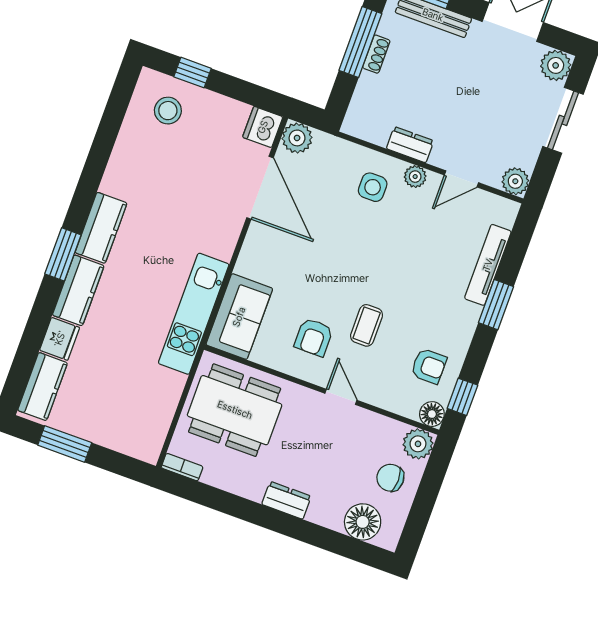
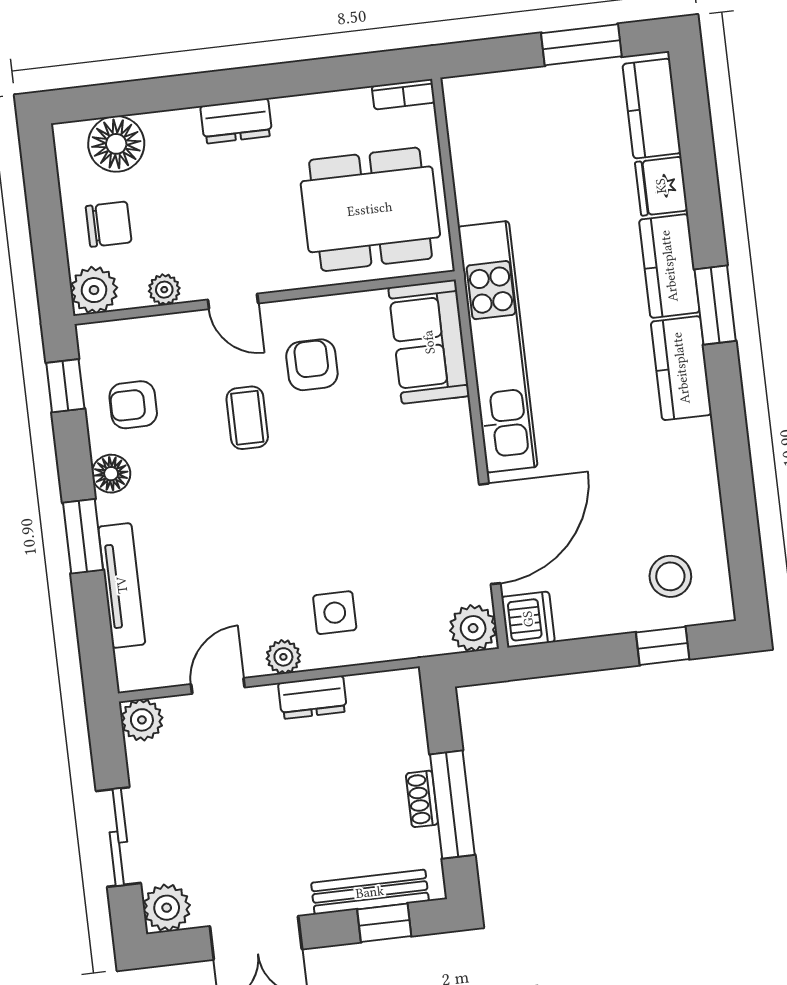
door: (260, 188) -> (490, 534), swing flipped
kitchen unit: (194, 314) -> (498, 347), width x1.36
floor lamp: (432, 414) -> (111, 474), moved
plant: (377, 424) -> (164, 290), added

